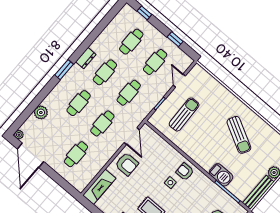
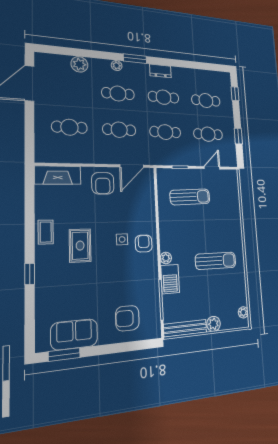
plant: (19, 135) -> (117, 66), moved
sun lounger: (239, 135) -> (216, 261), turned -118
plant: (206, 166) -> (166, 258), added

